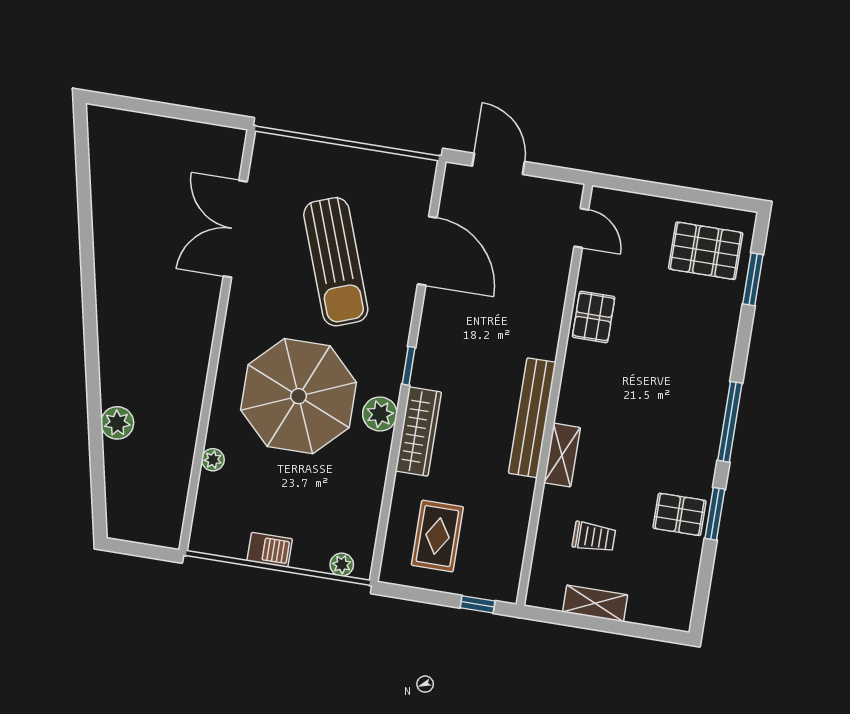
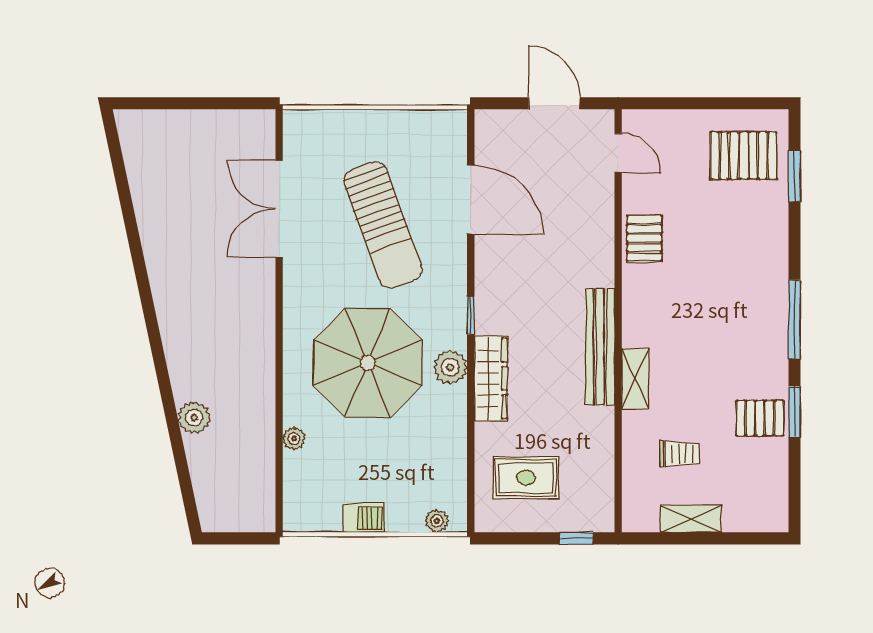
door: (498, 164) -> (554, 103), moved
rug: (437, 536) -> (526, 478), turned 90

